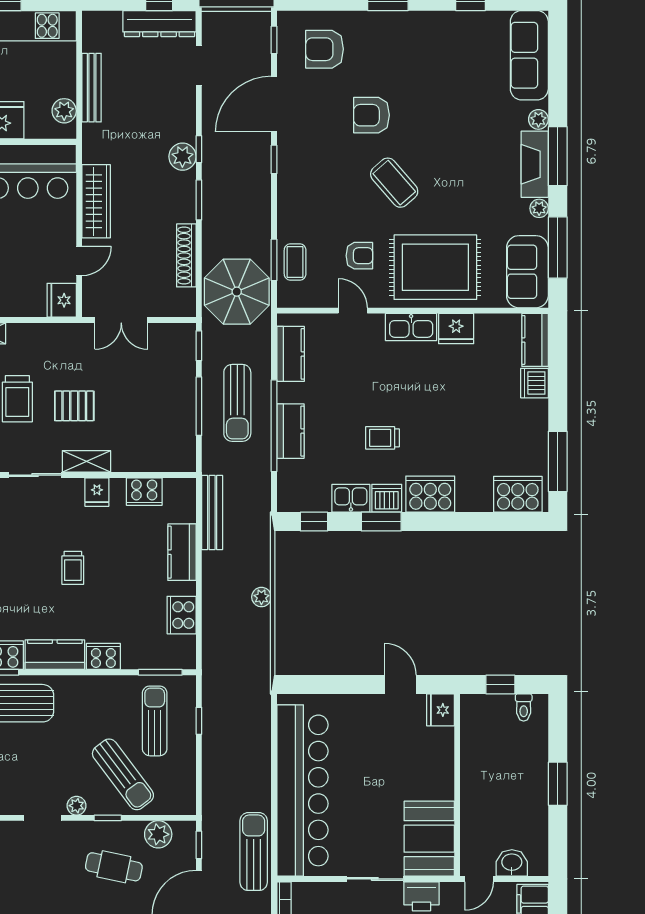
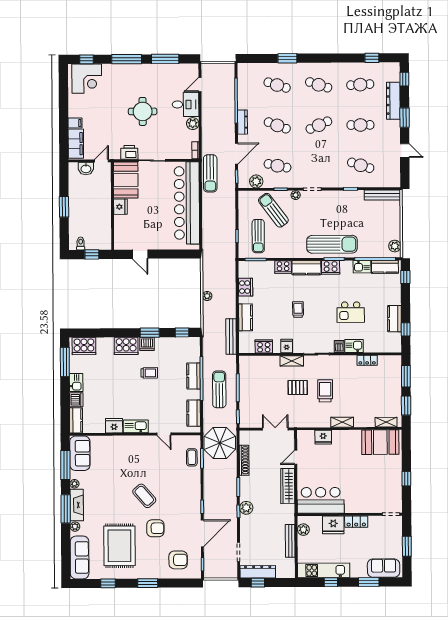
armchair: (359, 256) -> (161, 461), removed
rug: (435, 267) -> (119, 546), moved, turned 90
fridge: (62, 300) -> (323, 437), moved, turned 90
kitchen sink: (351, 498) -> (76, 383), moved, turned -90
fridge: (441, 710) -> (120, 207), moved

